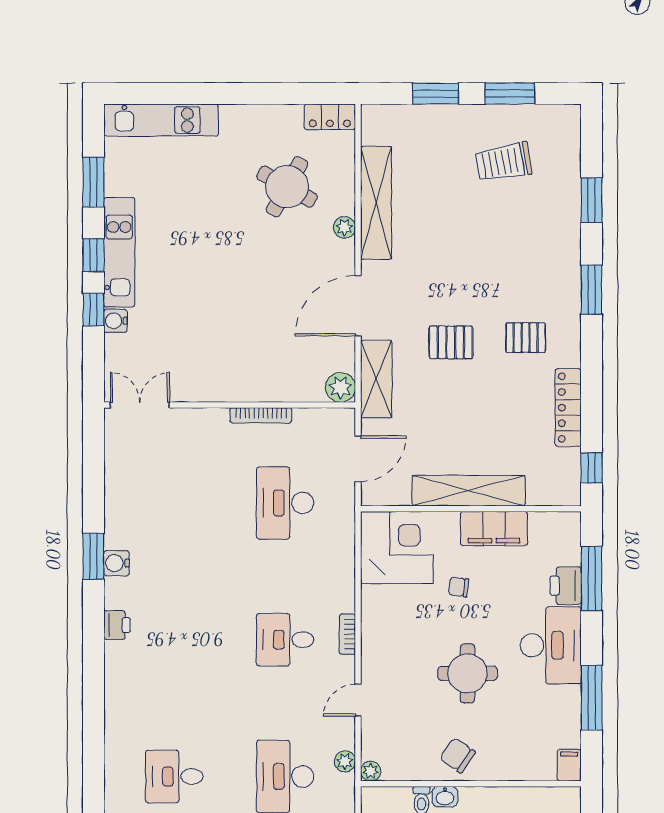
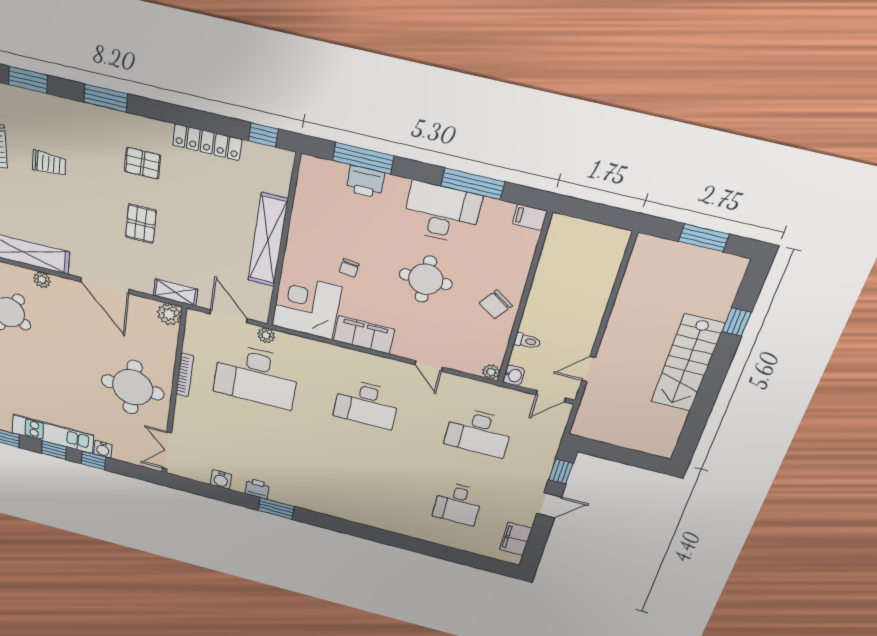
trolley: (498, 229) -> (49, 163), added
pallet: (526, 338) -> (143, 163), turned 90
round table: (223, 352) -> (133, 387), added
shelving: (376, 379) -> (175, 292), width x0.67, depth x0.75
desk: (285, 503) -> (256, 376), width x1.36, depth x1.30
filing cabinet: (494, 529) -> (364, 335), moved, turned -90
water cooler: (116, 563) -> (221, 480), moved
printer: (117, 625) -> (257, 489), moved
bookcase: (347, 634) -> (372, 360), removed
desk: (285, 640) -> (366, 404), width x1.37
desk: (551, 645) -> (442, 213), moved
plant: (345, 761) -> (266, 335), moved
washbasin: (445, 797) -> (514, 375), moved

